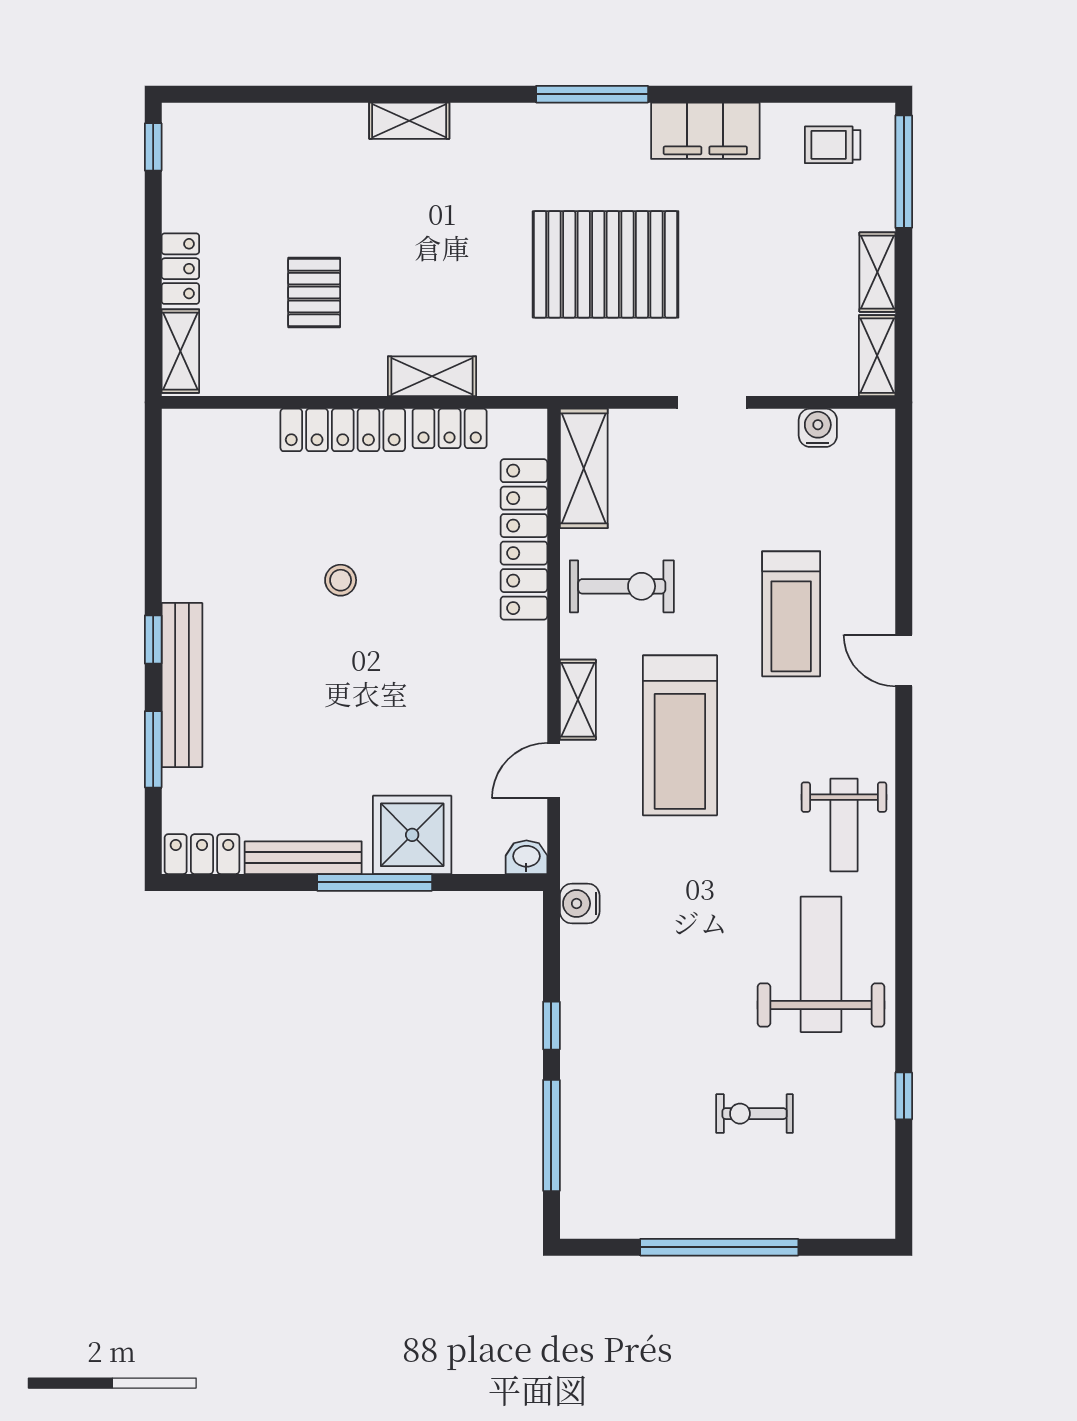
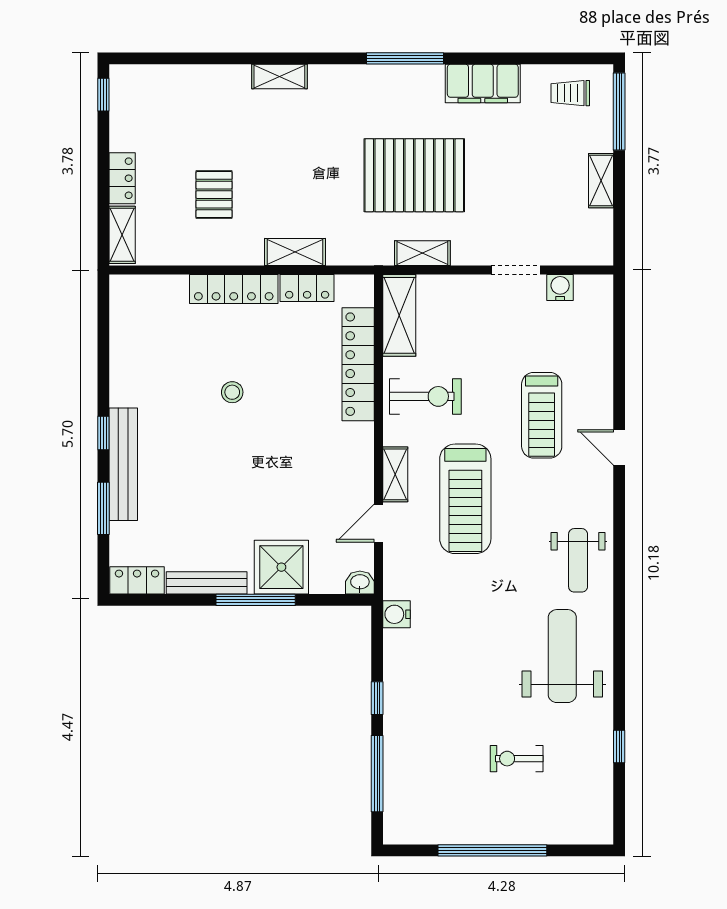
shelving: (877, 356) -> (422, 253), moved, turned 90
doorway: (712, 402) -> (516, 270), moved

